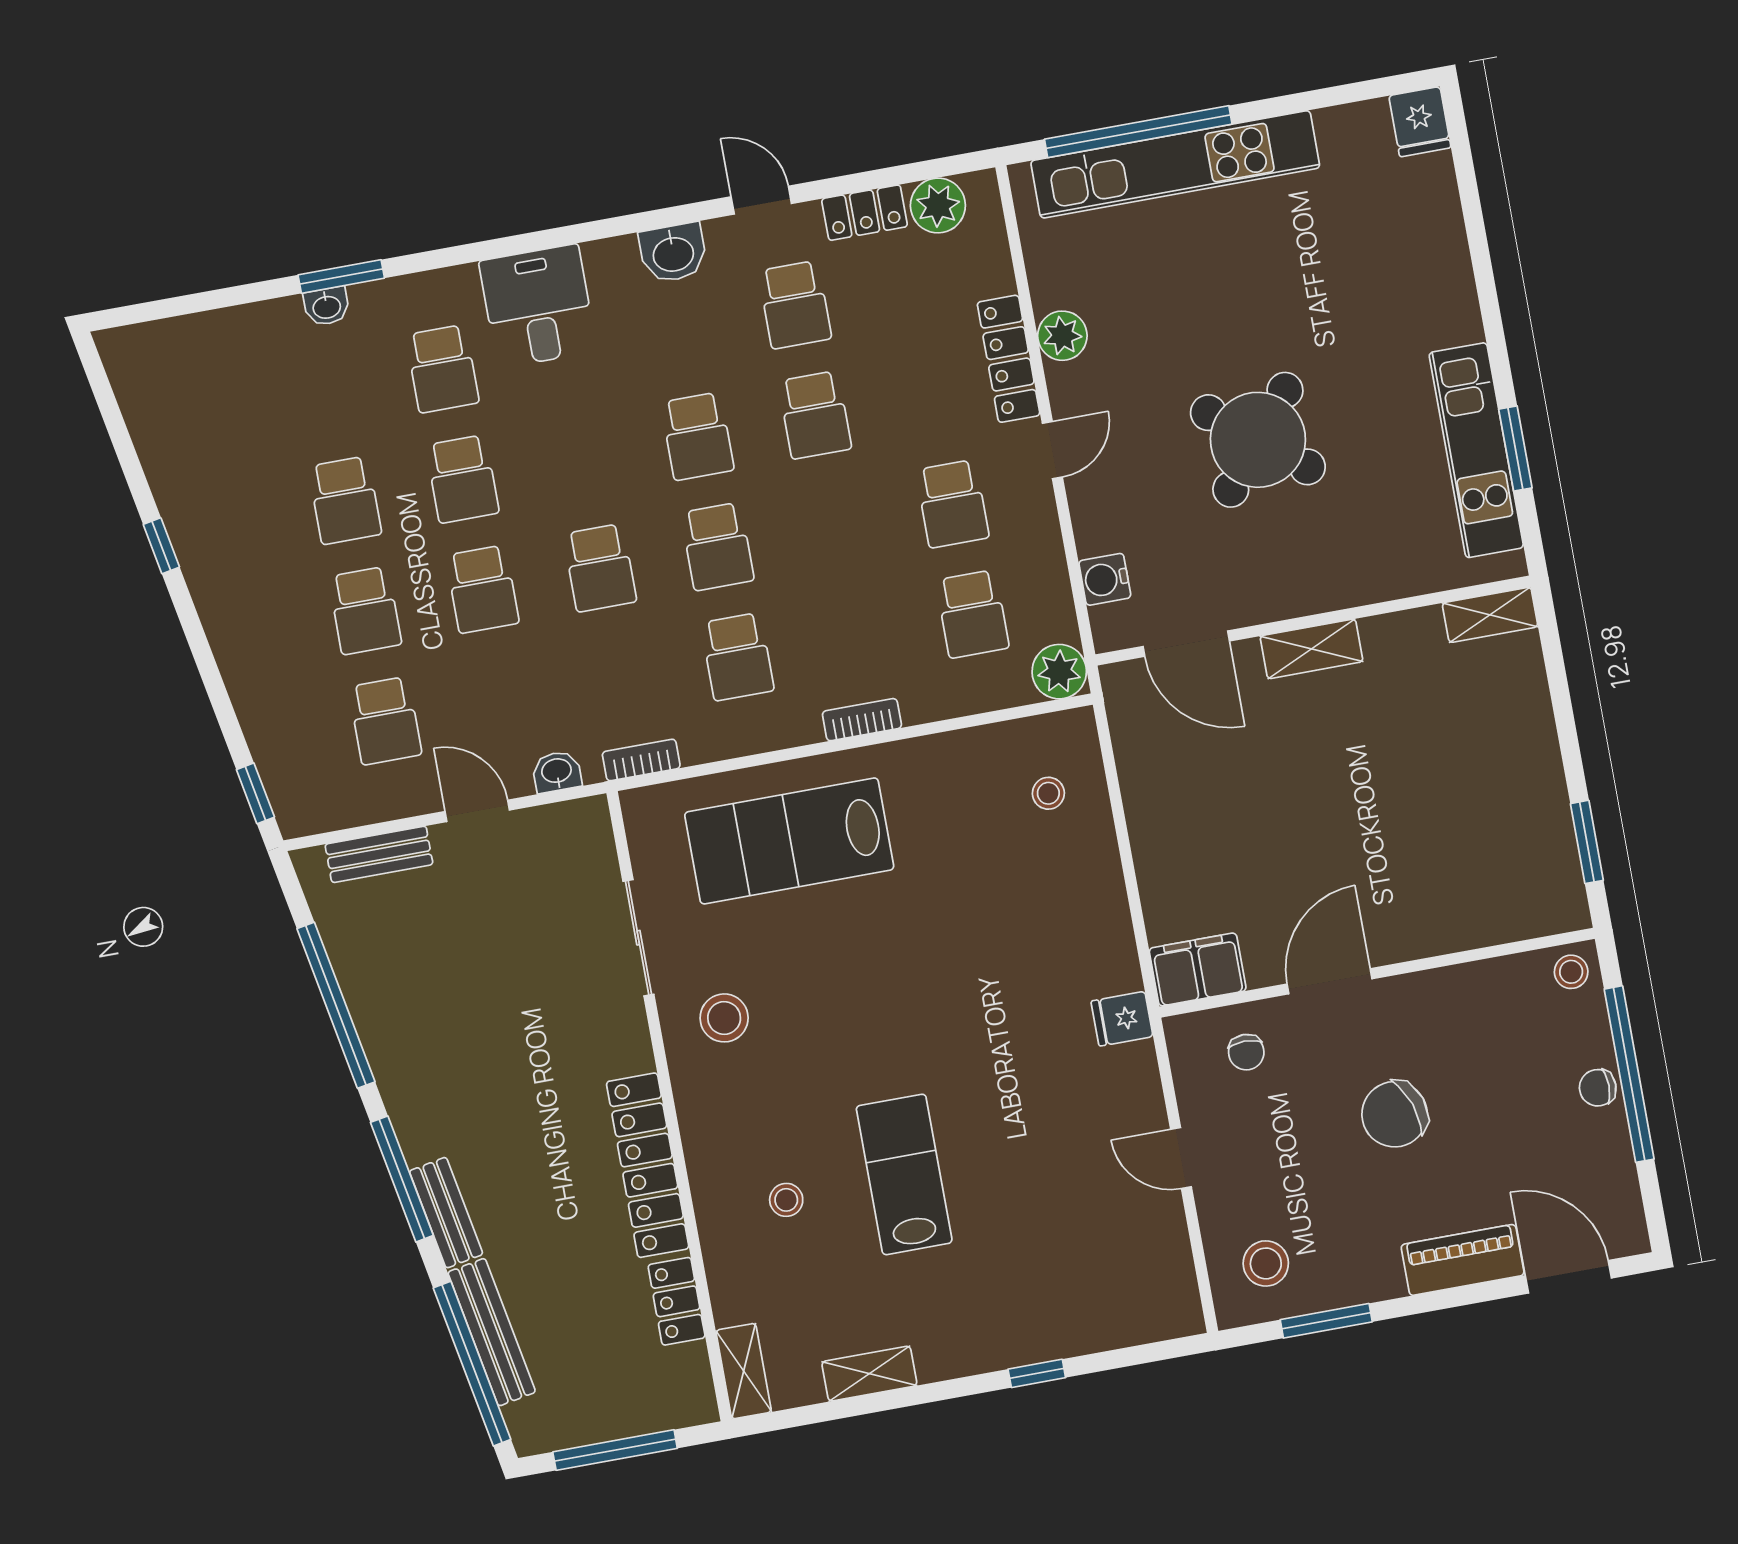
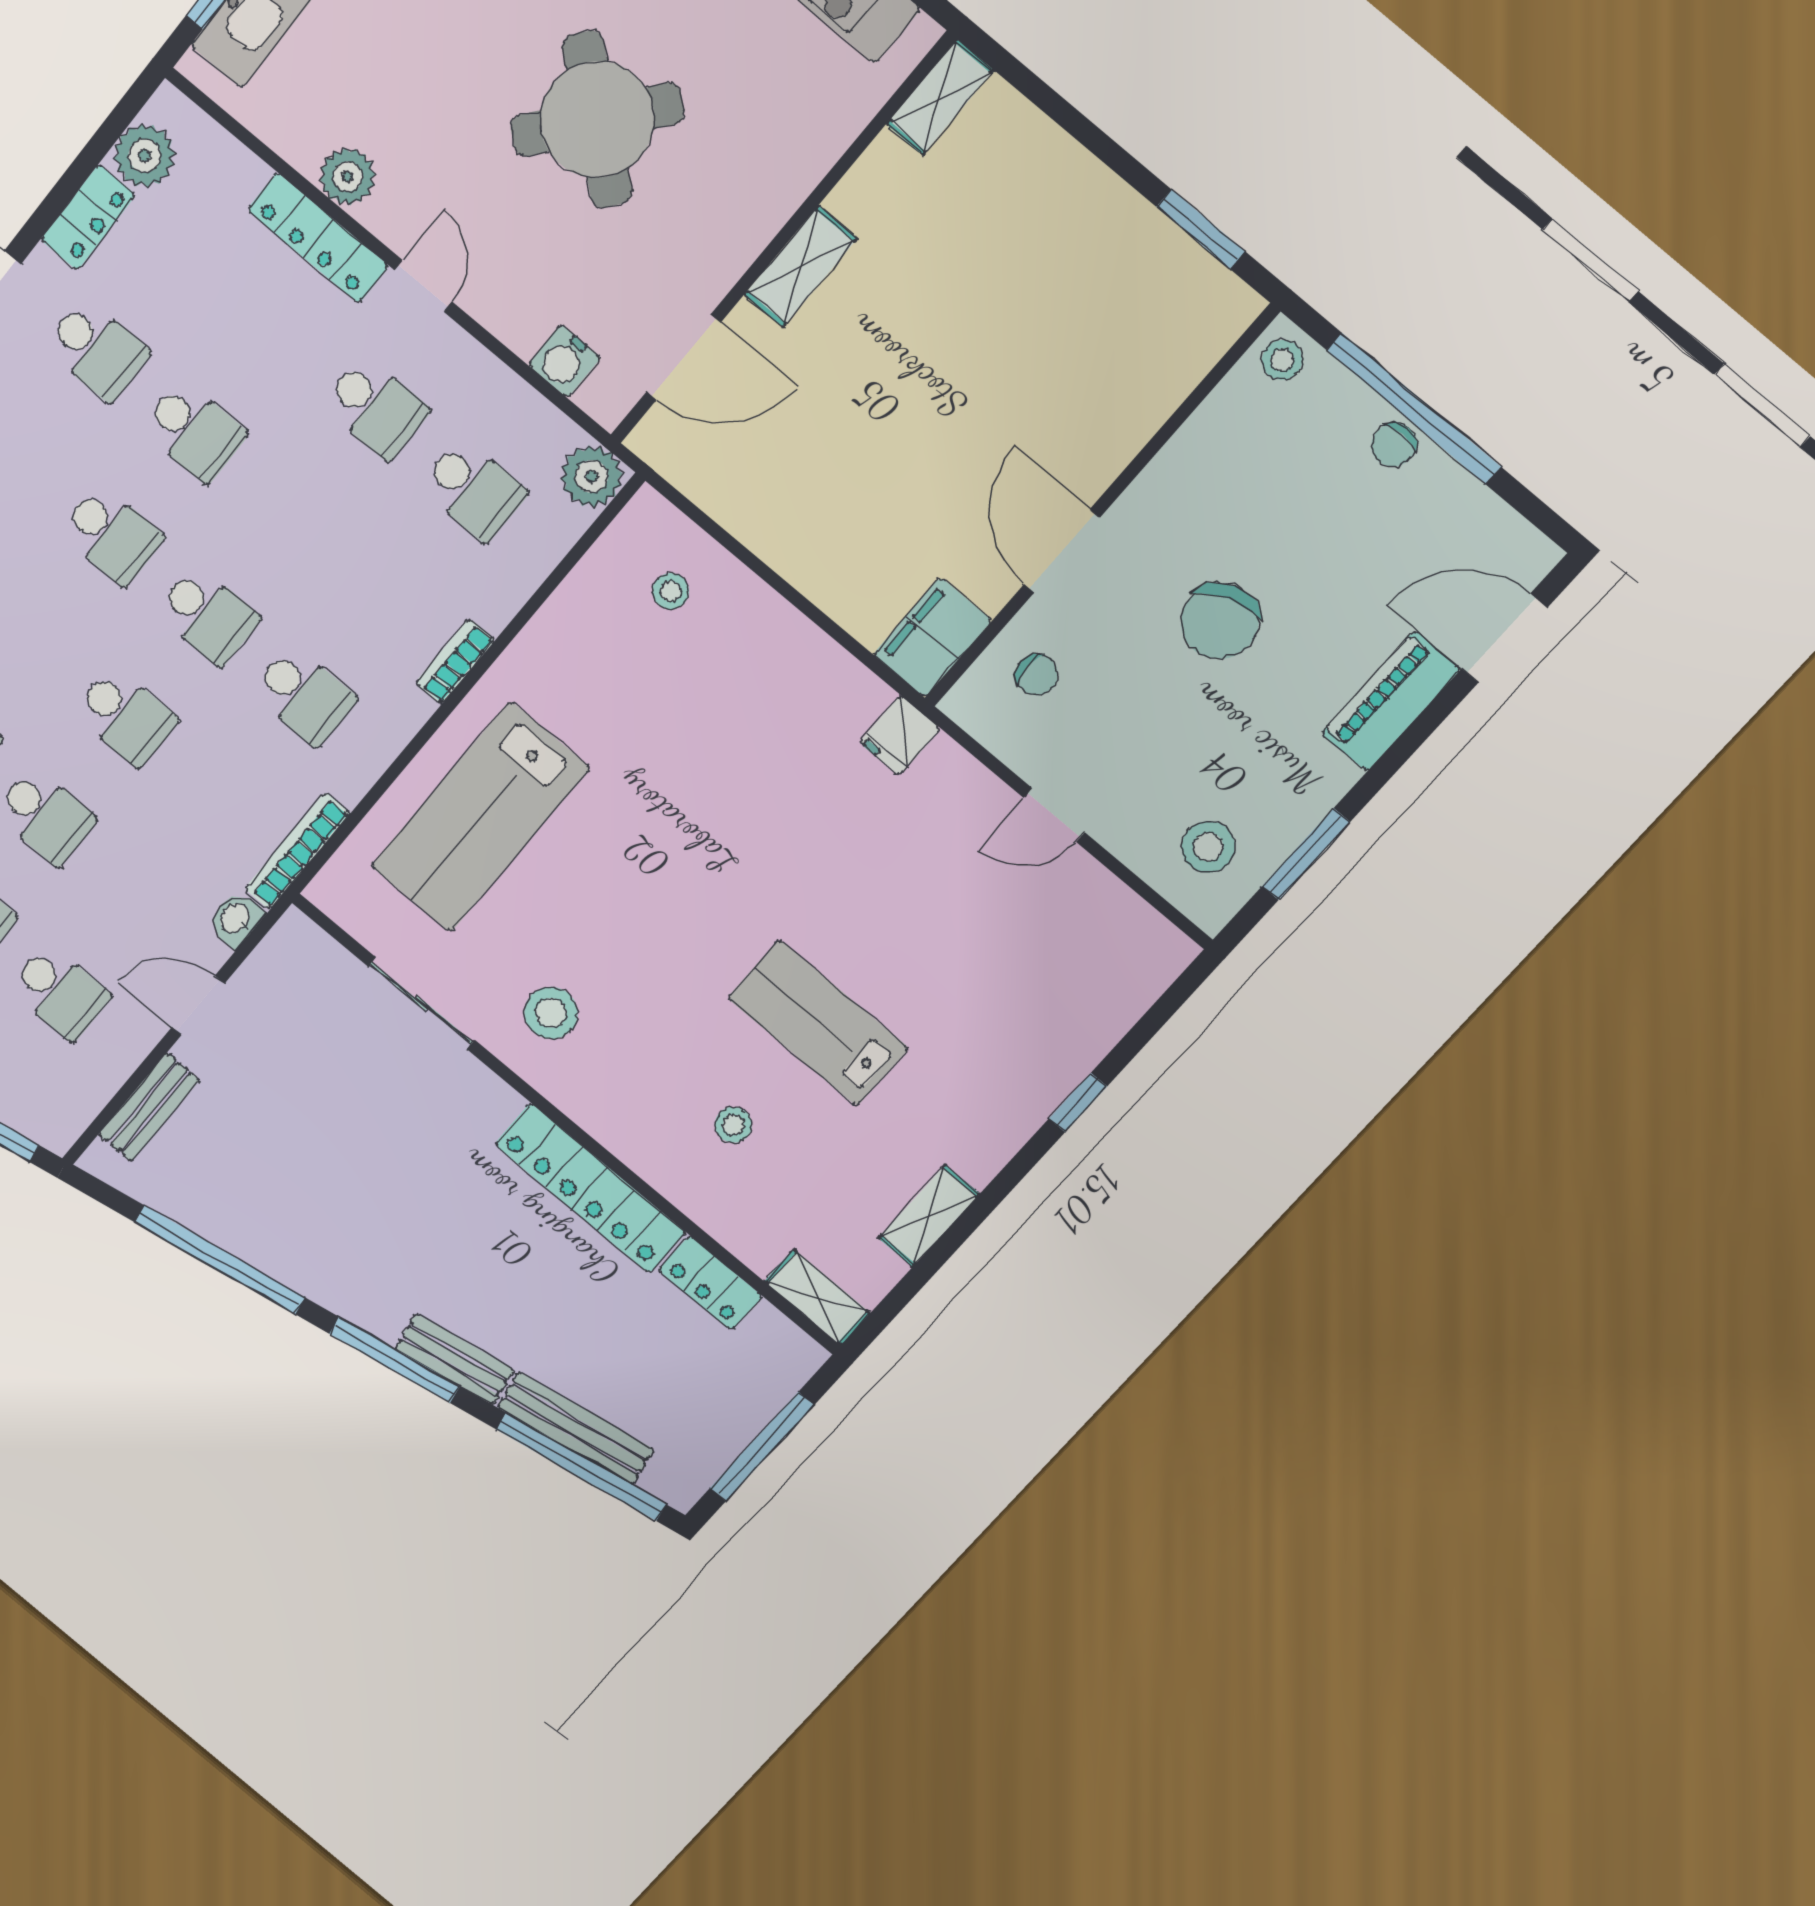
bookcase: (641, 760) -> (297, 851), width x1.56

